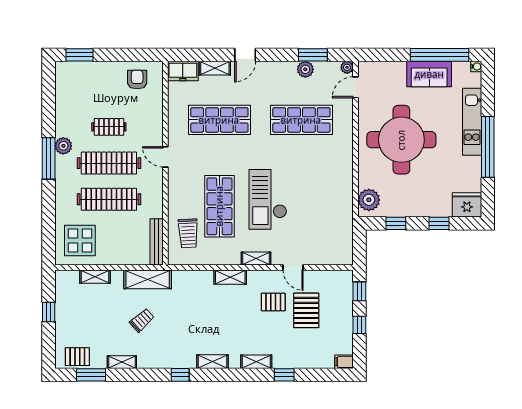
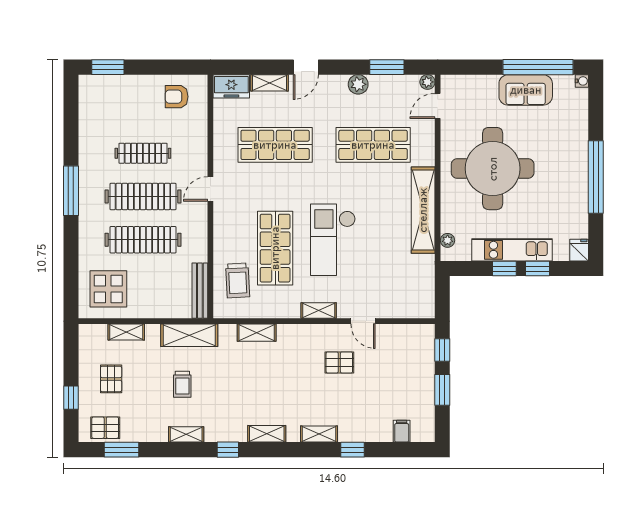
plant: (305, 69) -> (358, 84), moved
armchair: (137, 80) -> (177, 97), turned -90
kitchen unit: (472, 122) -> (512, 250), moved, turned 90
clothes rail: (109, 127) -> (143, 153), width x1.36
plant: (63, 146) -> (88, 176), removed
door: (165, 157) -> (210, 189), hinge flipped
shelving: (343, 175) -> (423, 210), added
plant: (369, 200) -> (448, 240), width x0.53, depth x0.53
fridge: (467, 205) -> (579, 250), width x0.53, depth x0.75
window: (396, 223) -> (504, 269), moved
shelving: (230, 277) -> (257, 333), moved
pallet: (306, 310) -> (111, 379), moved, width x0.67, depth x0.71
window: (49, 312) -> (71, 398), moved
trolley: (142, 320) -> (182, 384), turned 132
window: (359, 325) -> (442, 390), width x1.50
shelving: (122, 362) -> (186, 434), moved
filing cabinet: (344, 362) -> (402, 431), moved, turned 90

